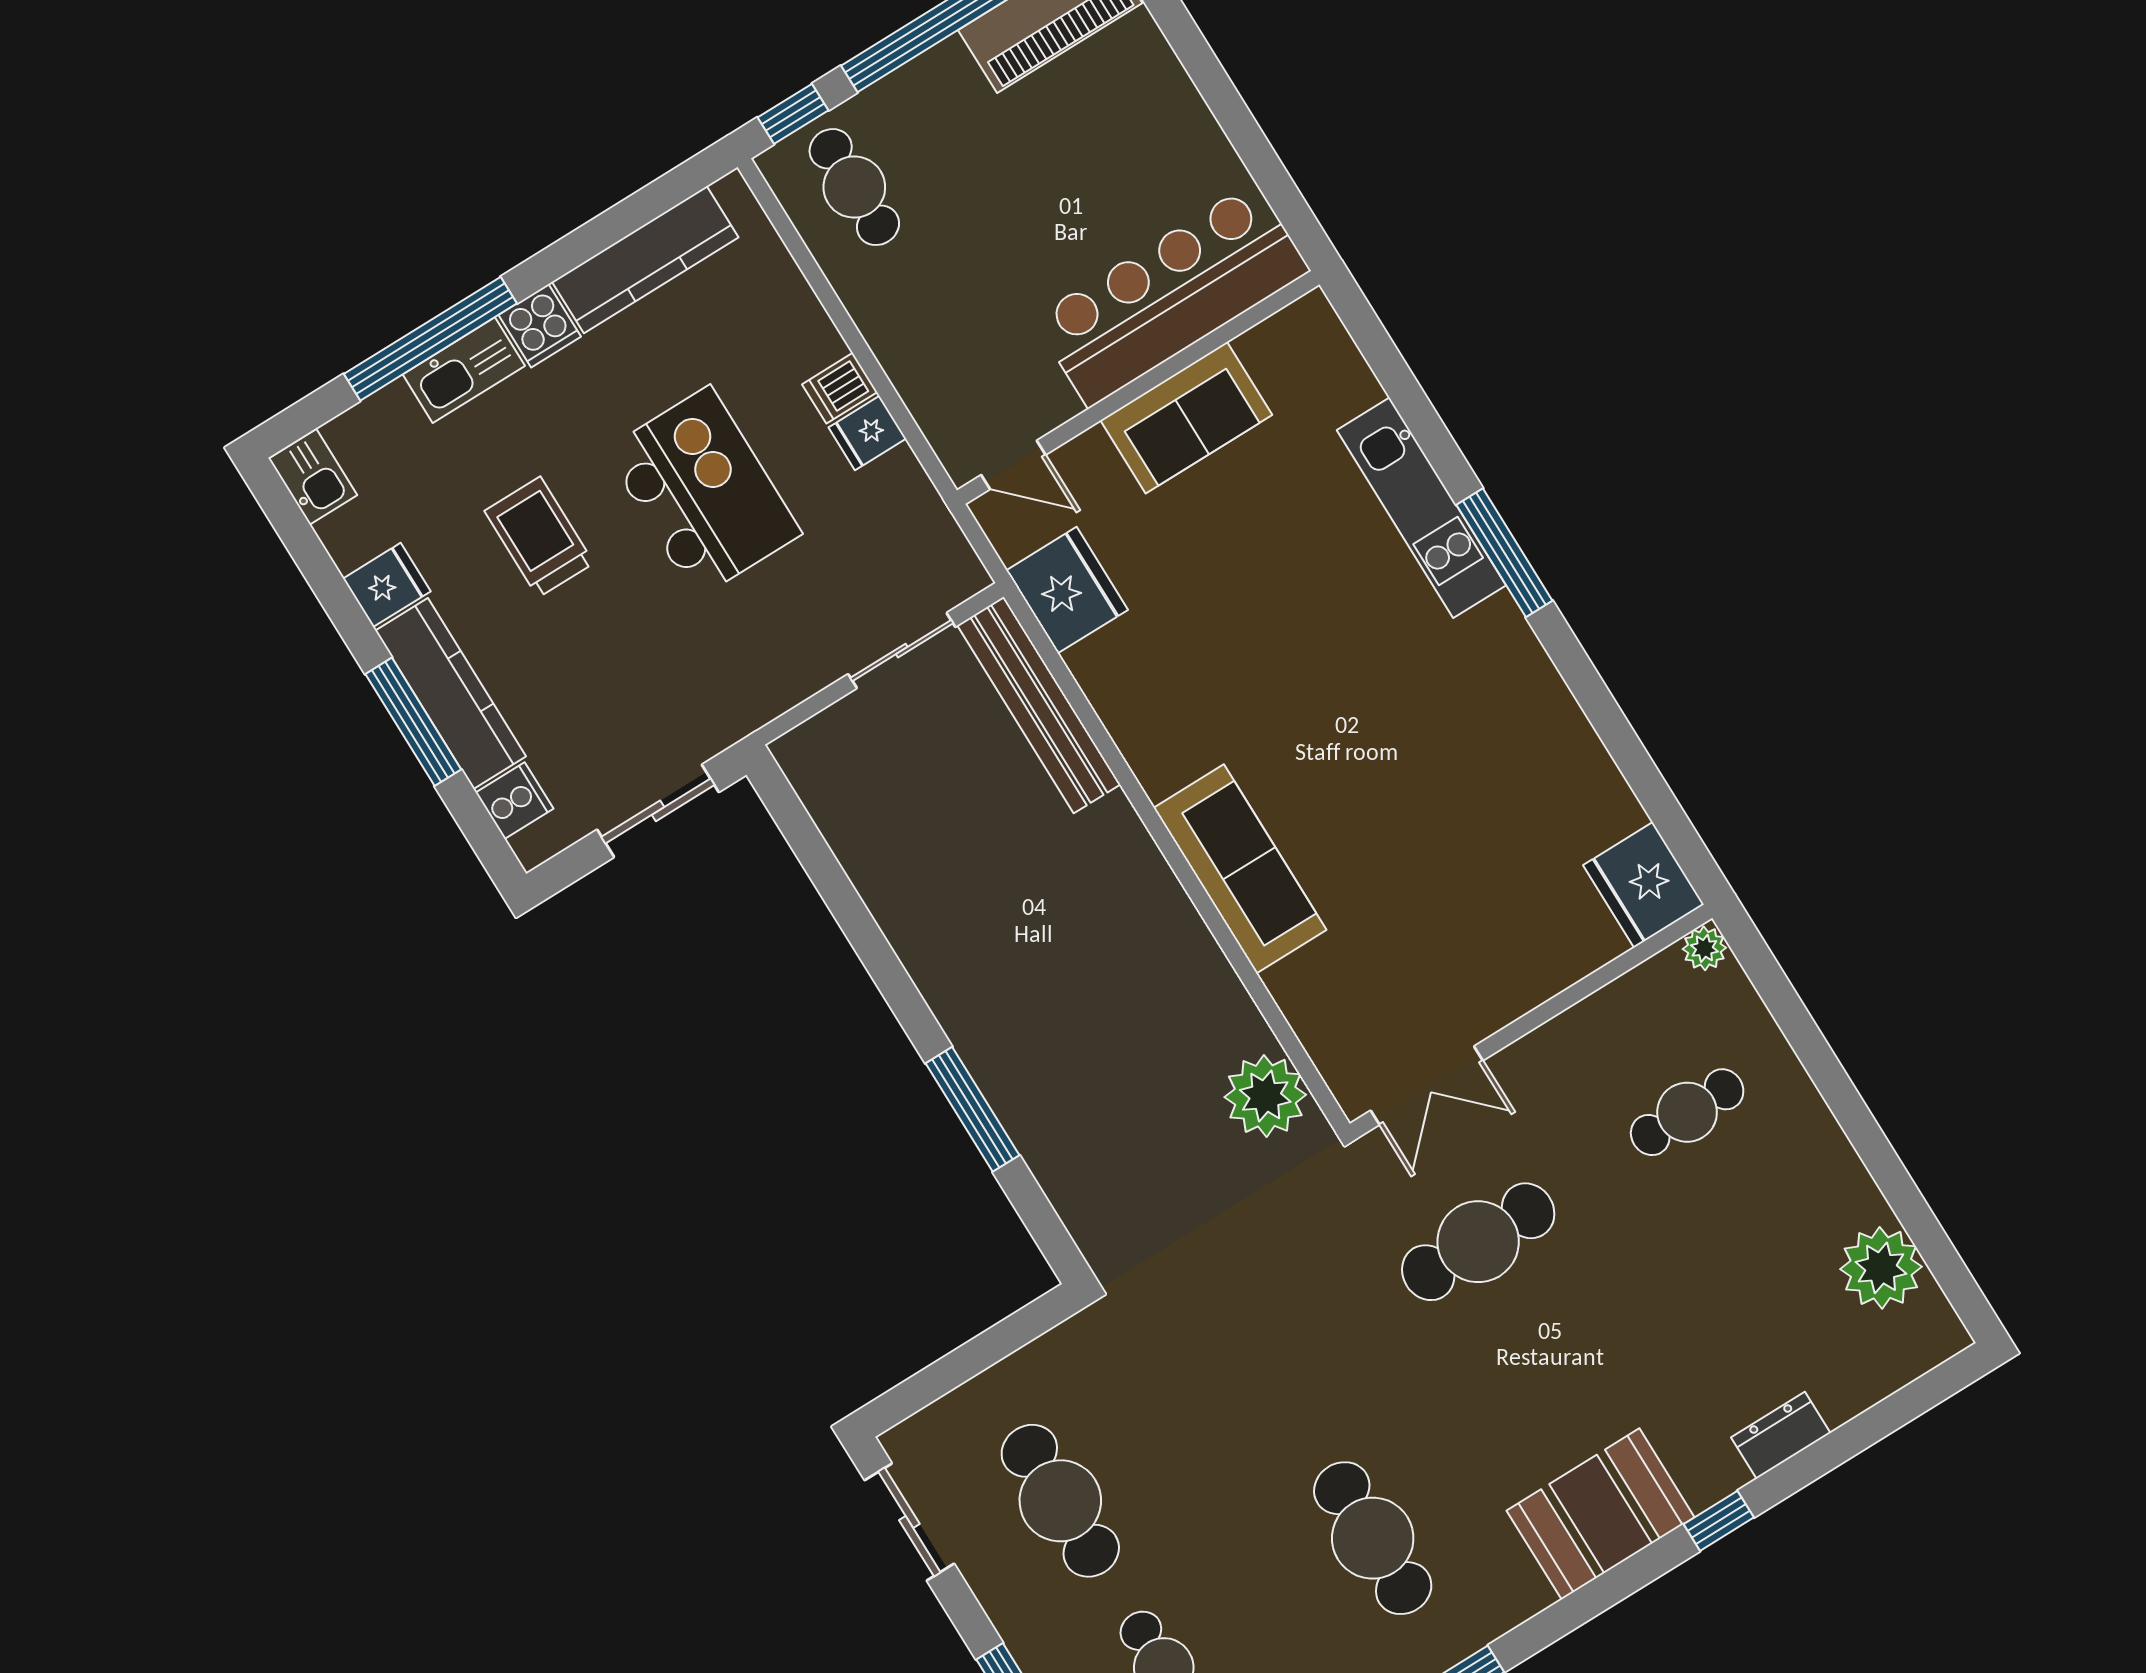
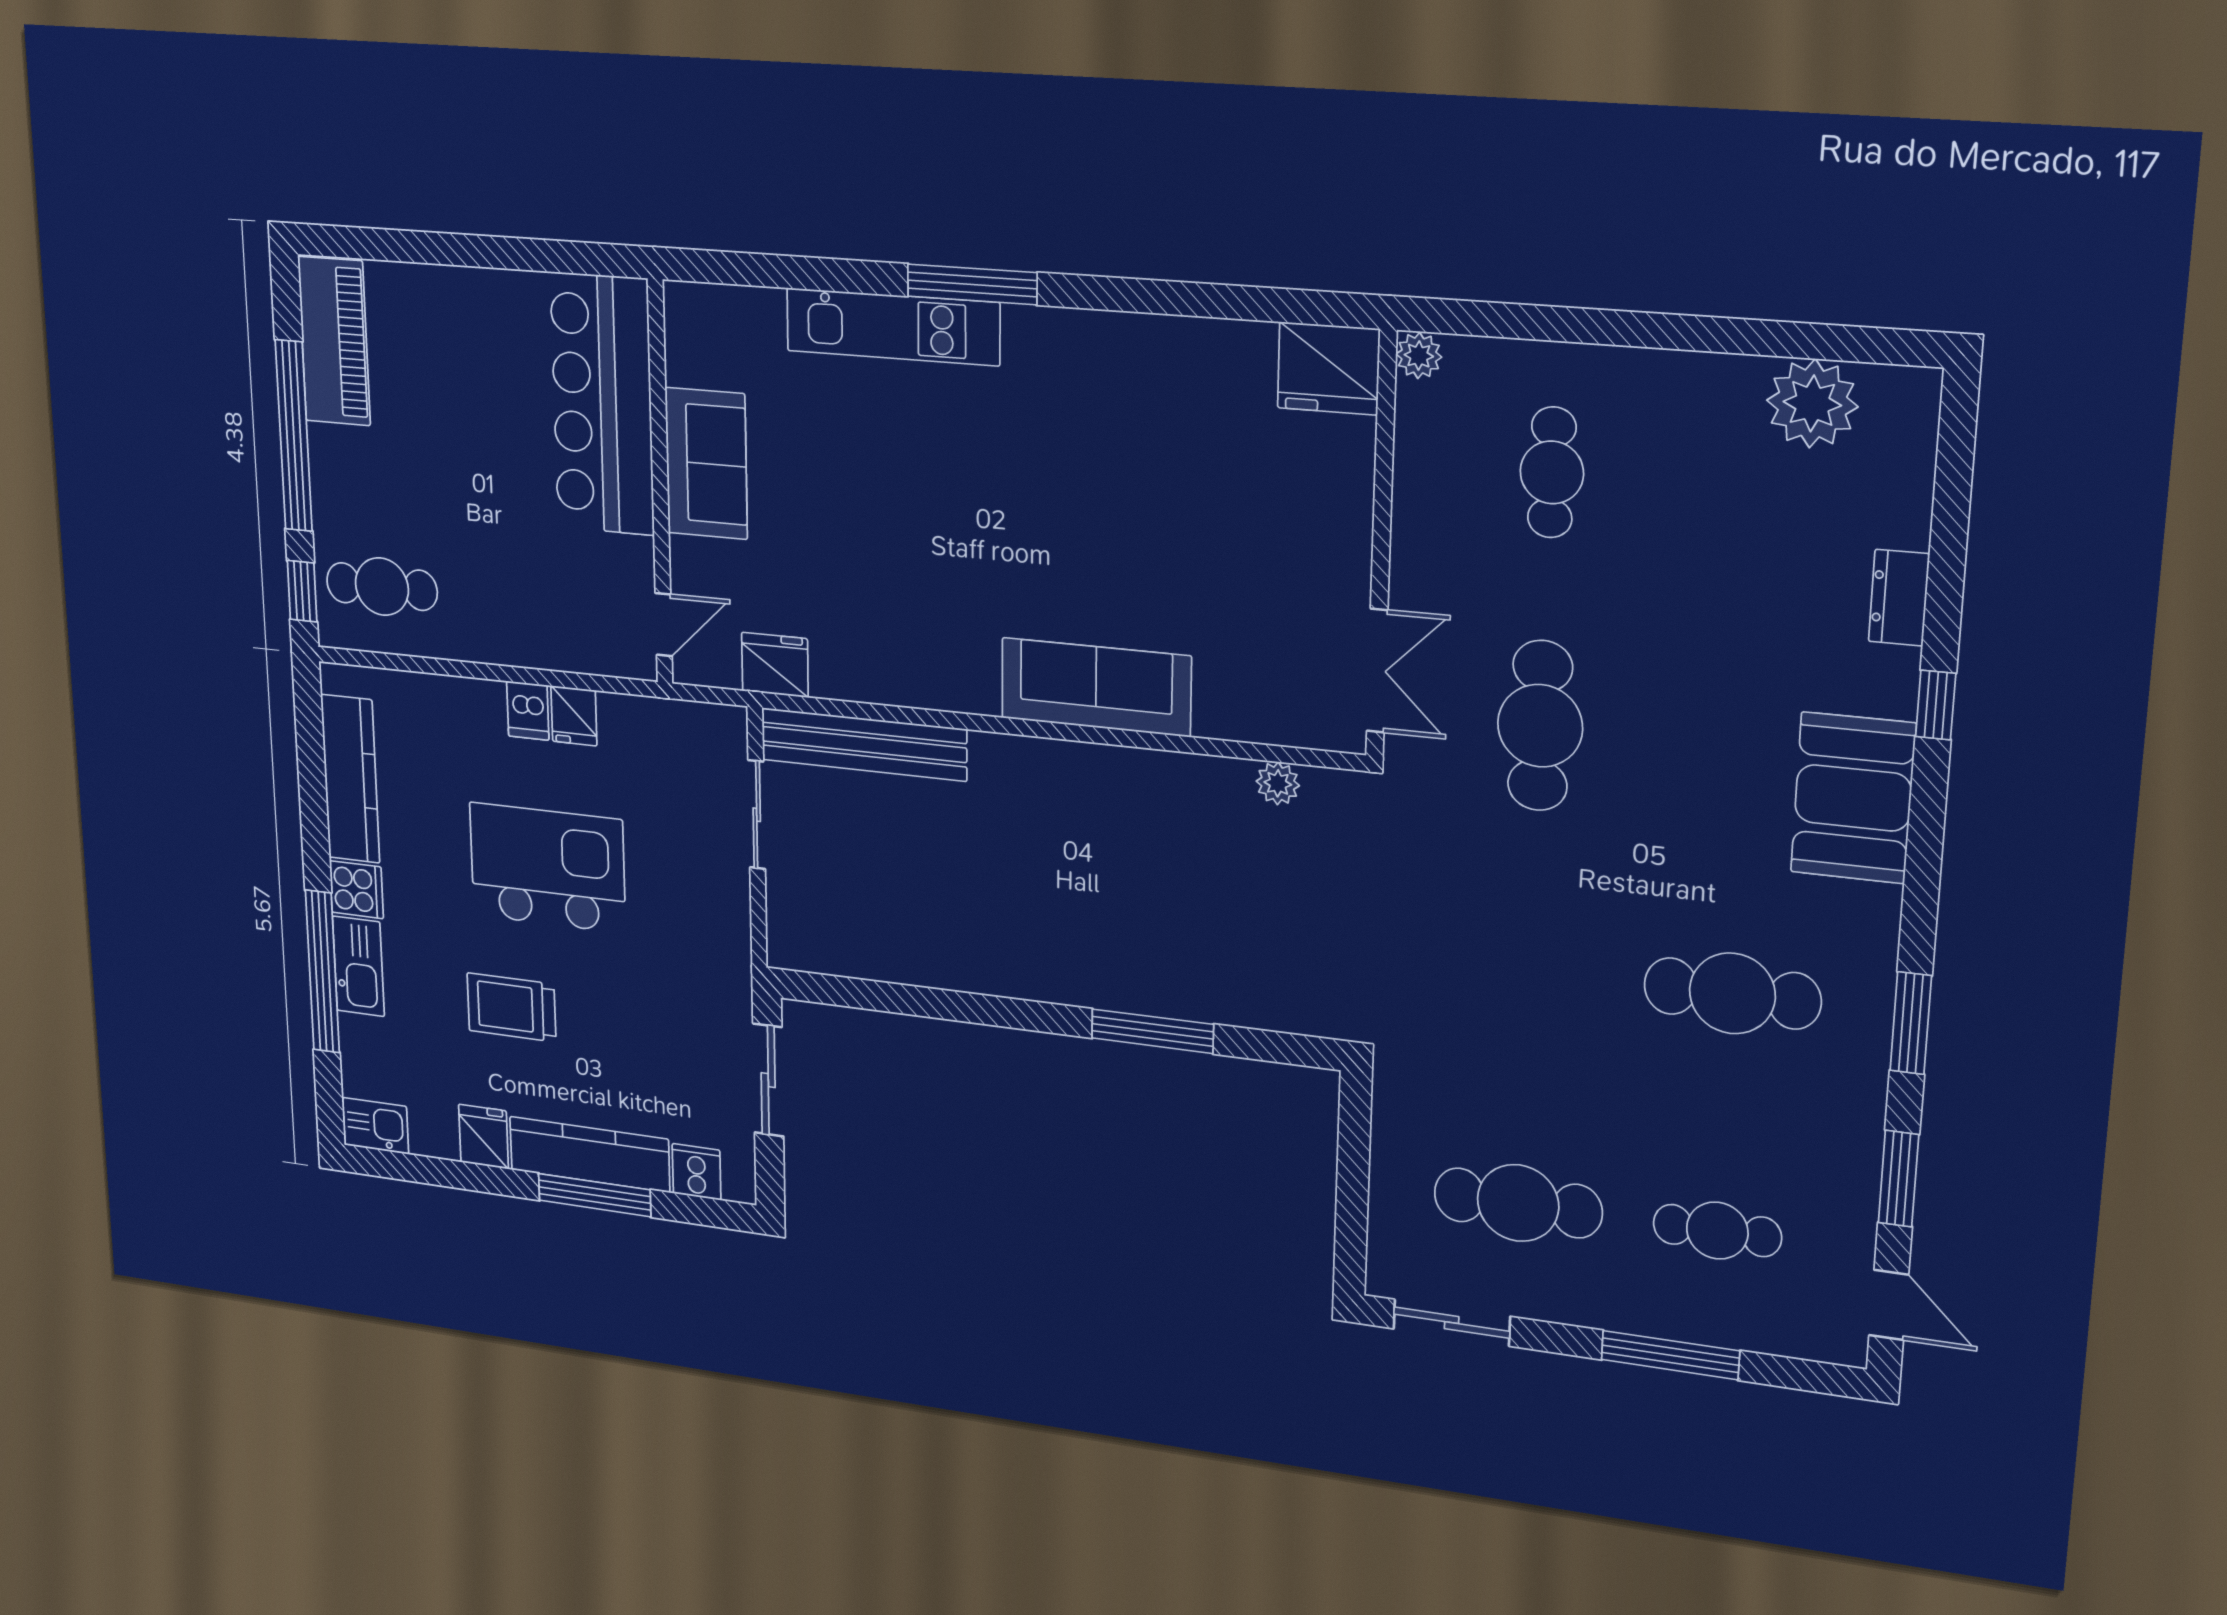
fridge: (1067, 590) -> (775, 665), width x0.73, depth x0.75
plant: (1265, 1096) -> (1278, 783), width x0.53, depth x0.53

